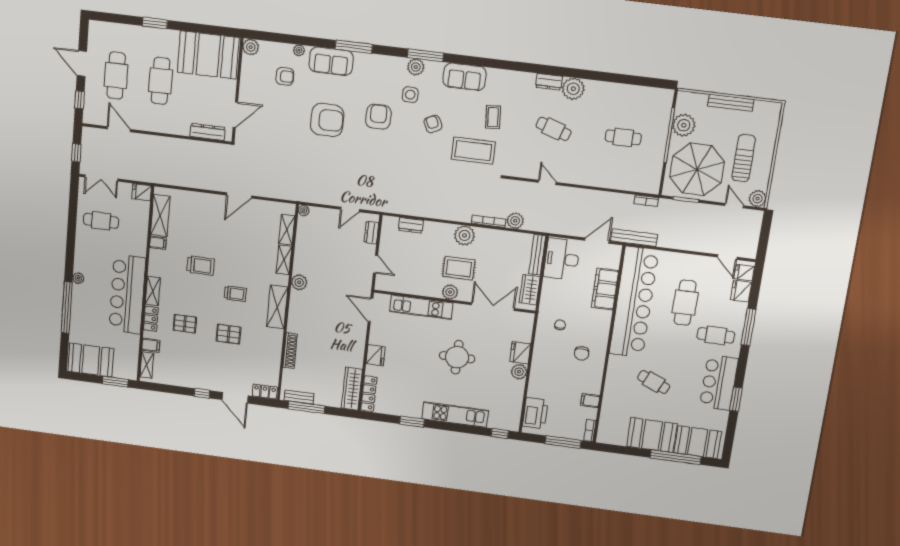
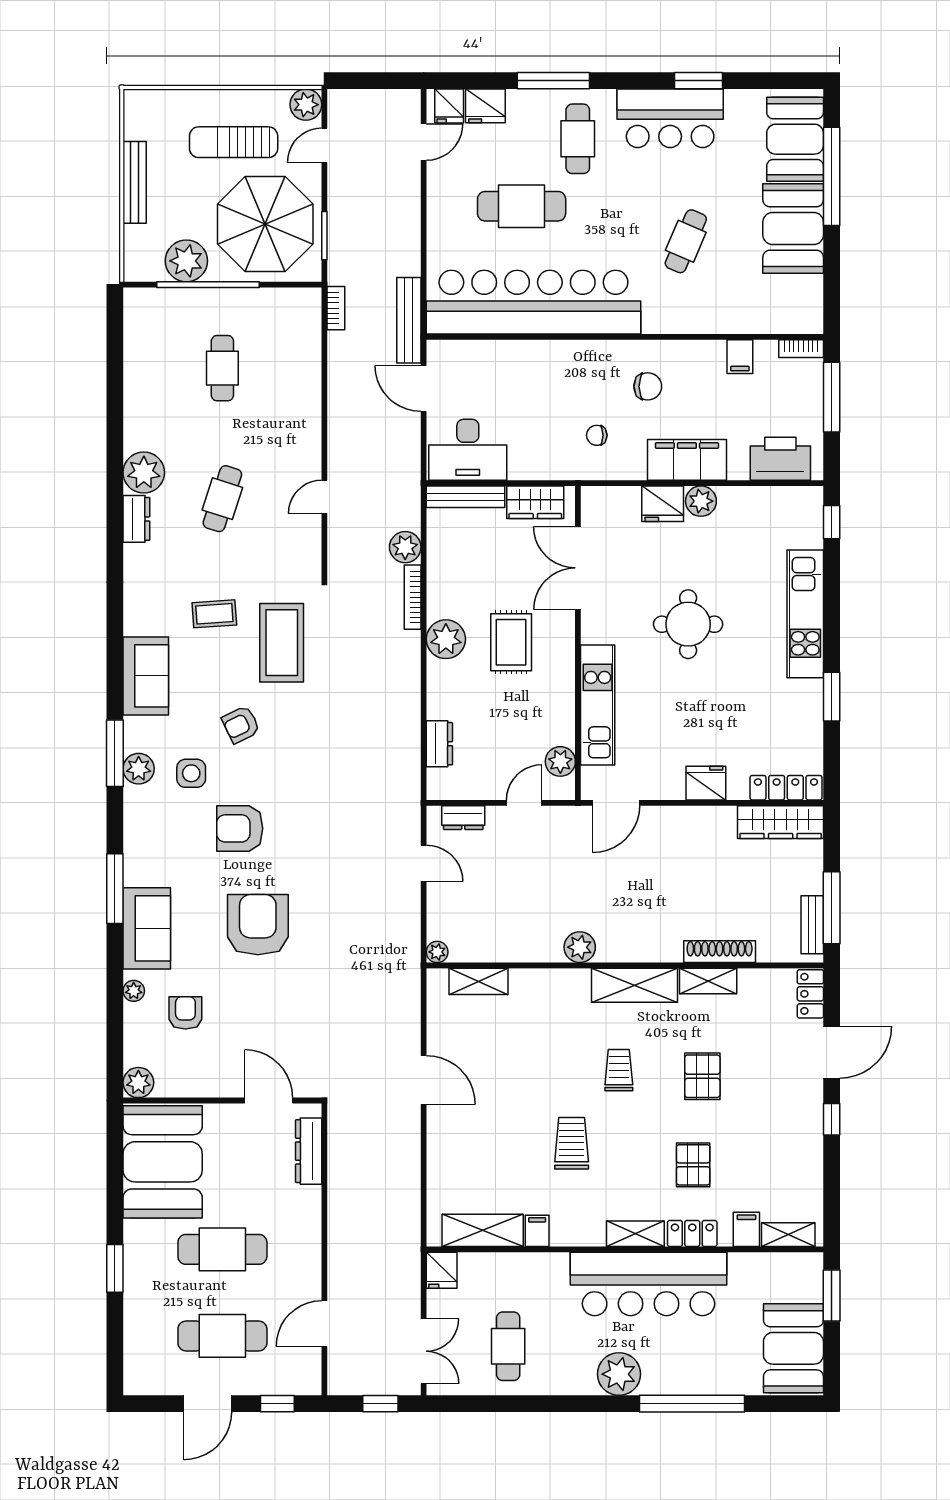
shelving: (284, 260) -> (708, 981), moved
plant: (78, 278) -> (619, 1374), width x1.87, depth x1.87
filing cabinet: (605, 289) -> (687, 460), moved, turned 180
plant: (450, 292) -> (560, 761), moved

